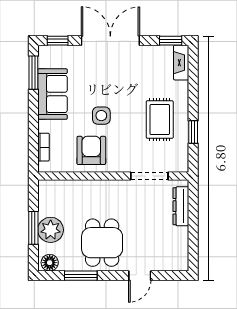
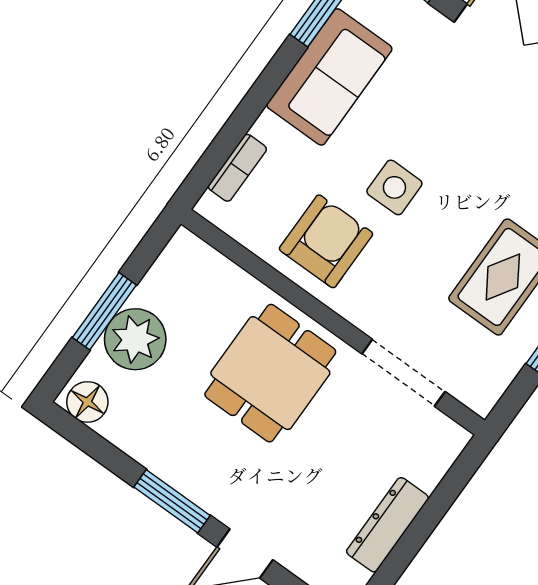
dresser: (181, 206) -> (387, 525), moved
dining table: (102, 243) -> (270, 373), moved
window: (81, 276) -> (172, 501), moved

